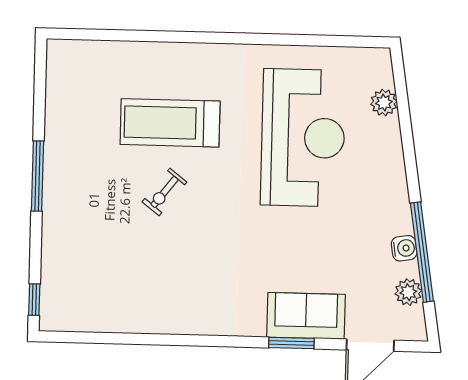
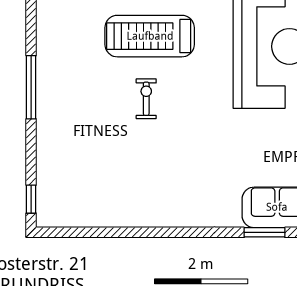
exercise bike: (164, 192) -> (146, 99), turned 142

